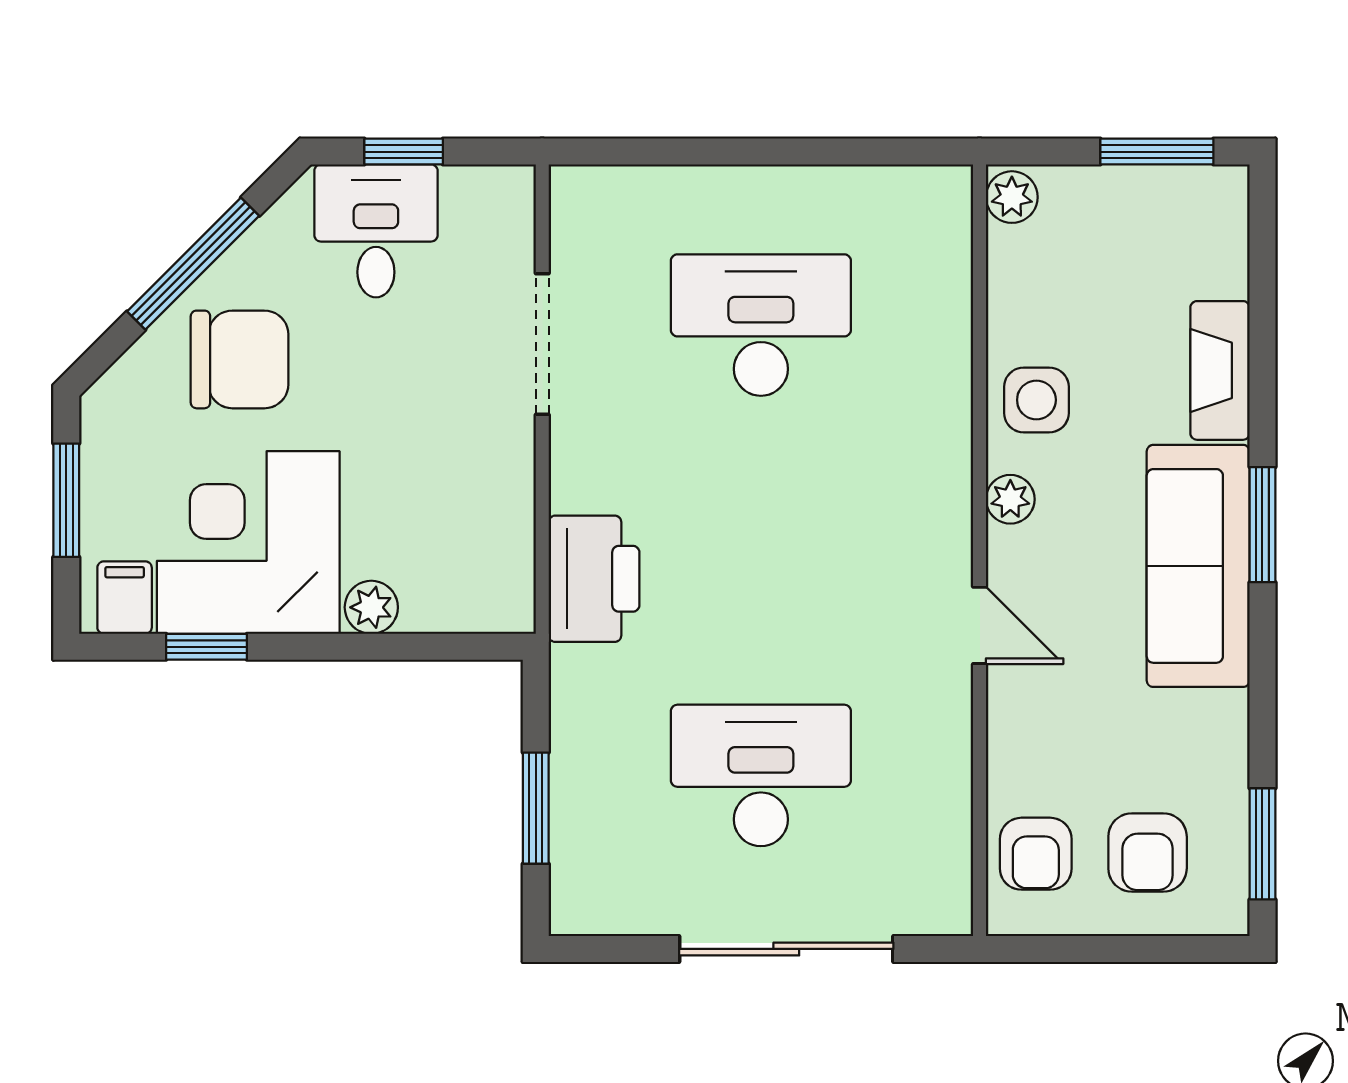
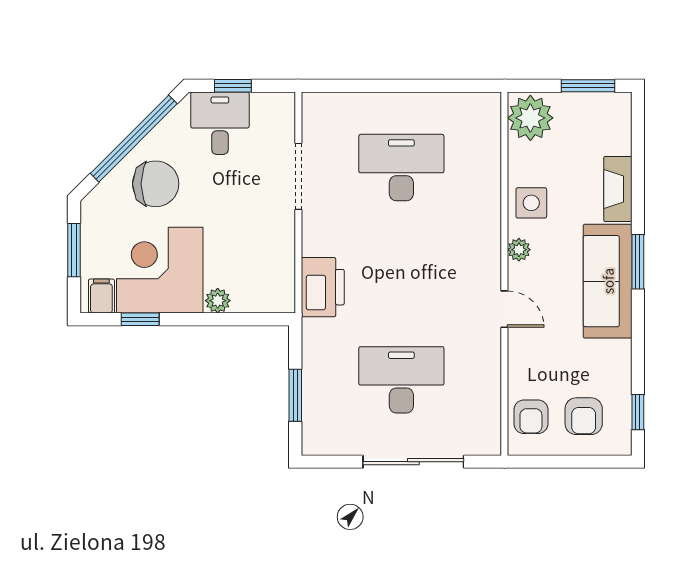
plant: (1012, 197) -> (530, 118), width x1.88, depth x1.88
window: (193, 264) -> (134, 139), width x1.46
window: (1262, 844) -> (638, 412), width x0.67

